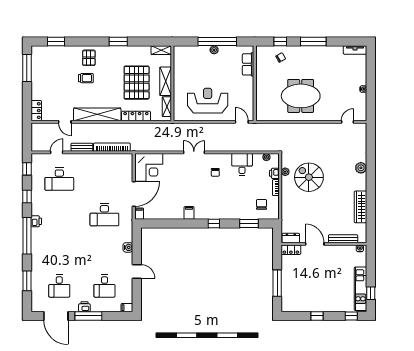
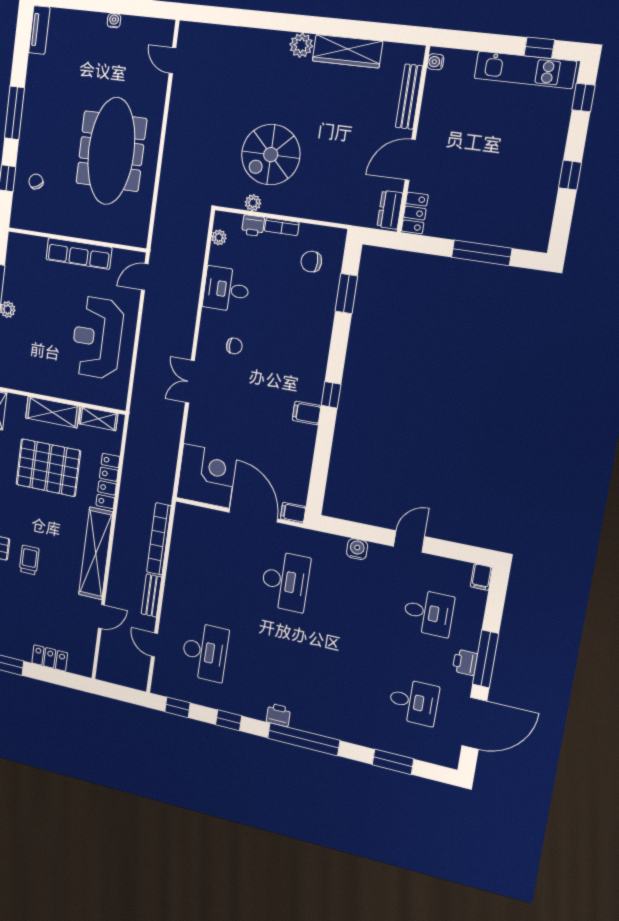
row of seats: (248, 64) -> (79, 254), moved, width x1.48
meeting table: (301, 96) -> (111, 151), width x1.36
locker: (36, 111) -> (50, 658), moved
plant: (361, 168) -> (301, 45), moved
window: (214, 223) -> (331, 395), moved

